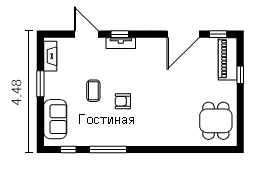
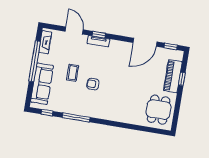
piano: (228, 59) -> (173, 76), moved
window: (40, 84) -> (35, 61), width x2.11
sofa: (55, 119) -> (42, 84), width x1.36

